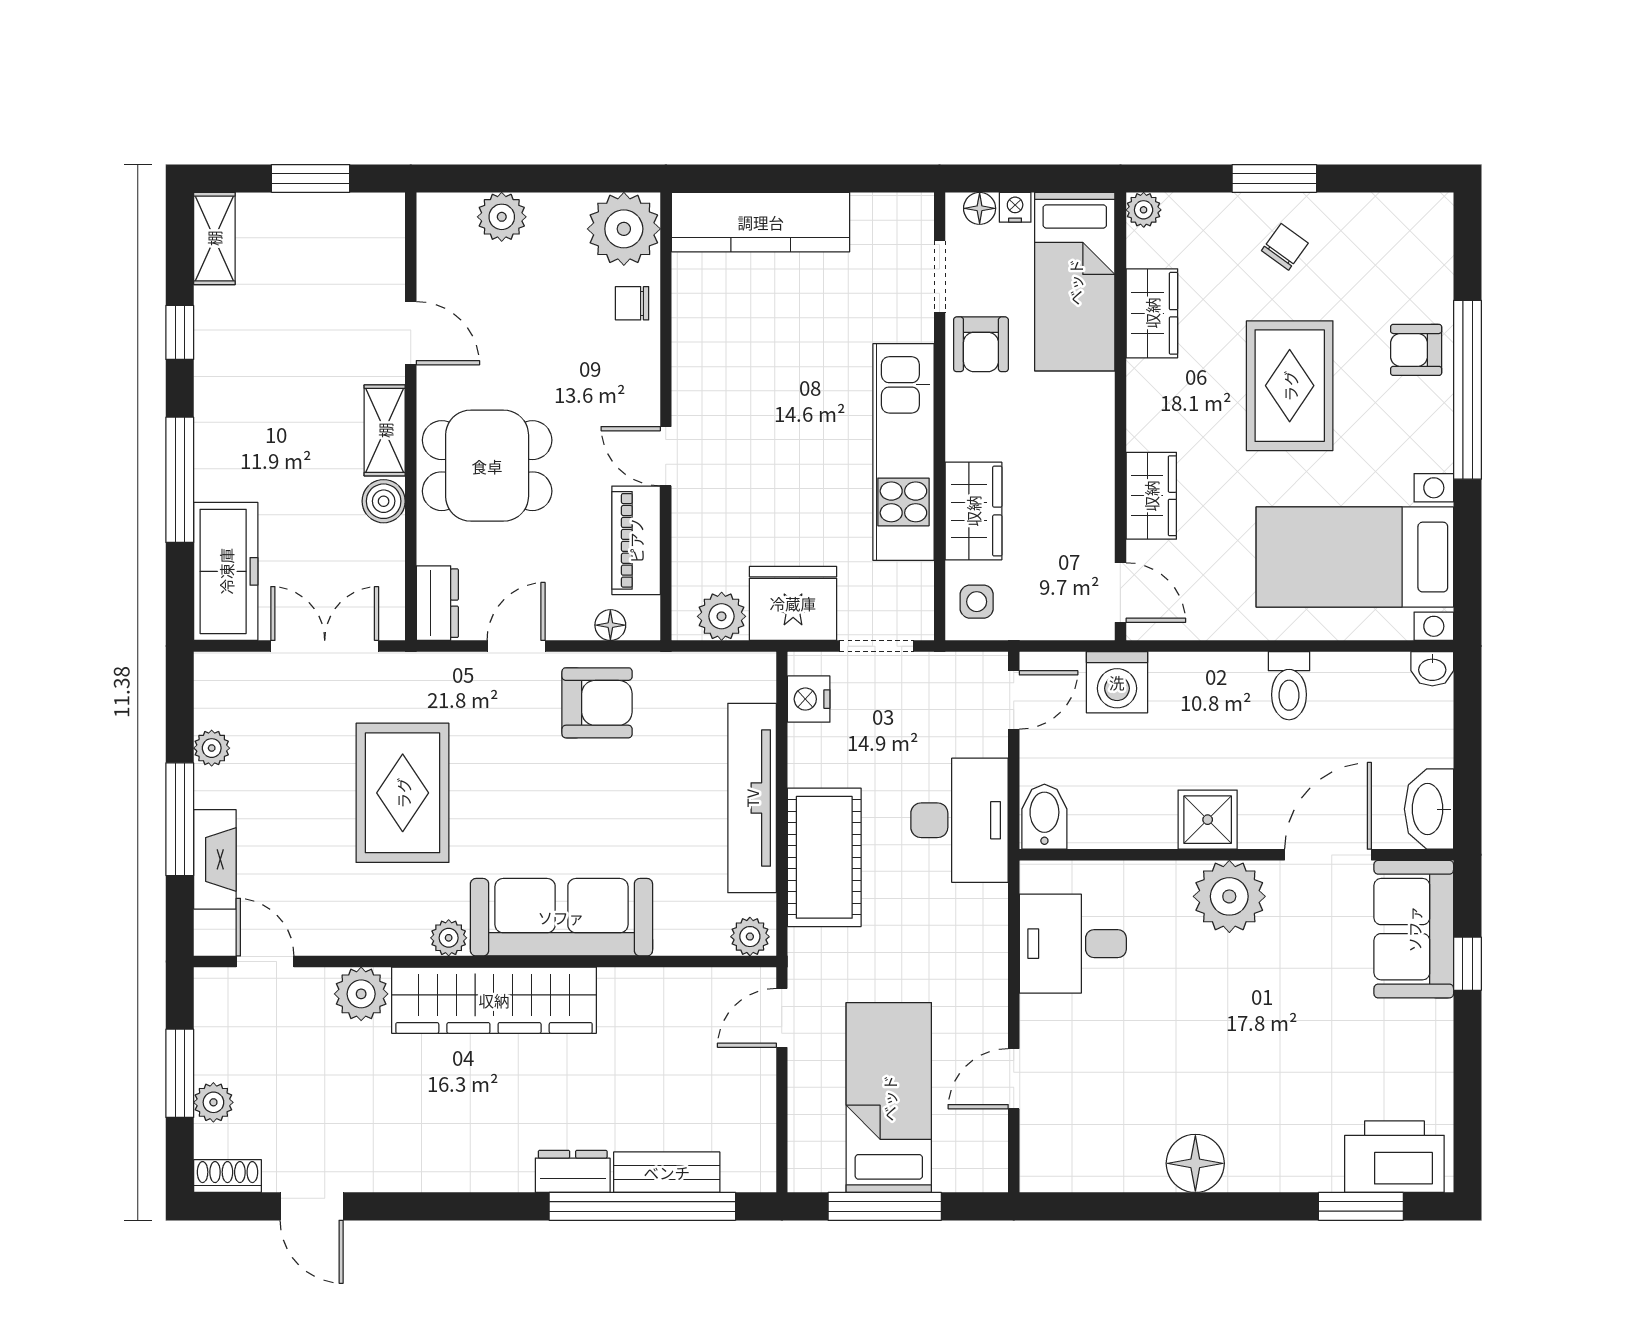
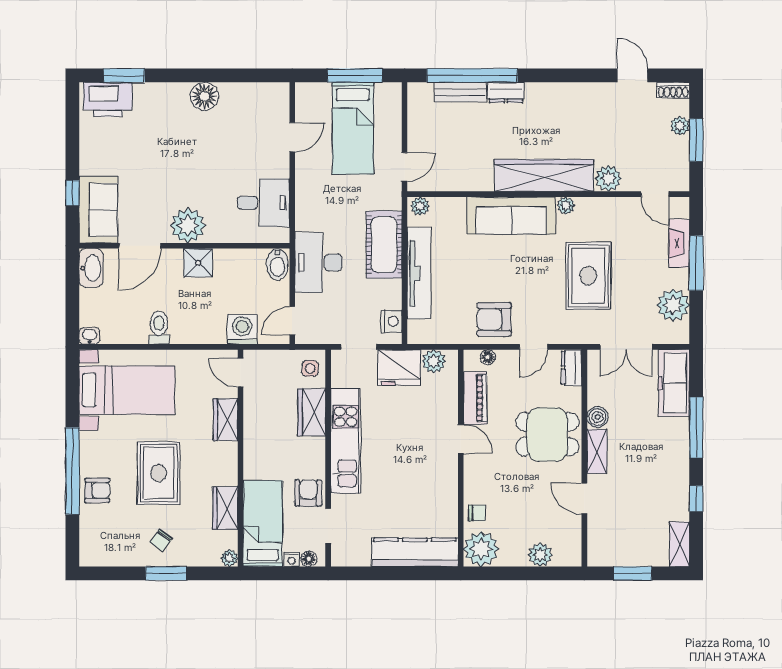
plant: (212, 748) -> (673, 305), width x1.87, depth x1.87

